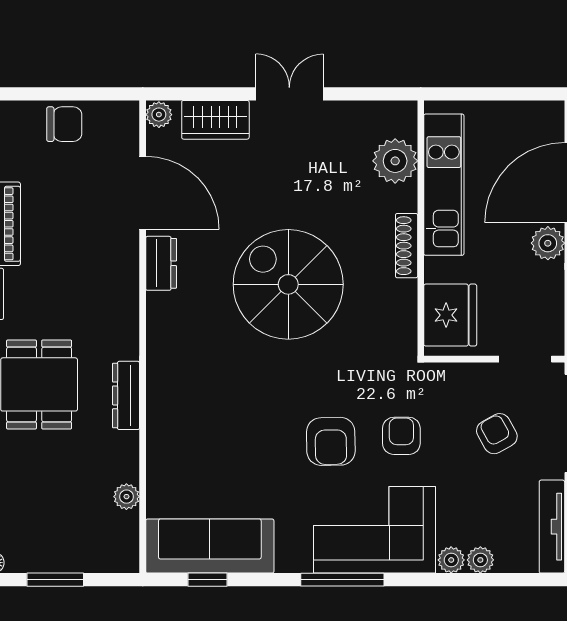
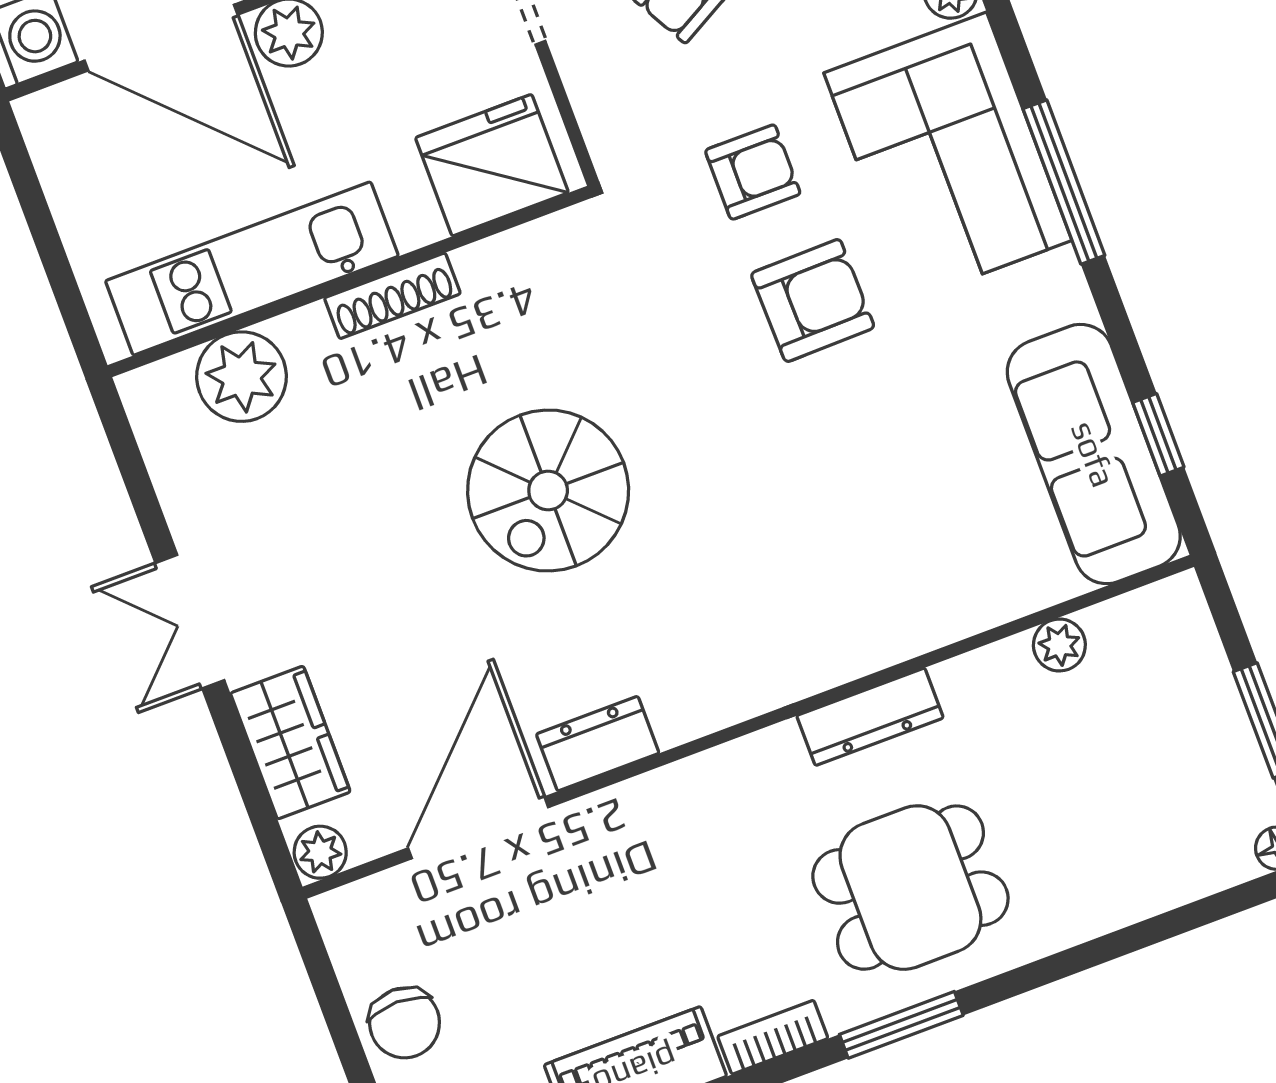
chair: (64, 124) -> (405, 1023), turned 180
spiral stairs: (288, 284) -> (548, 491), width x0.73, depth x0.73
armchair: (401, 436) -> (753, 172), turned 180

